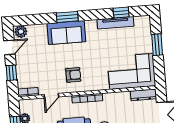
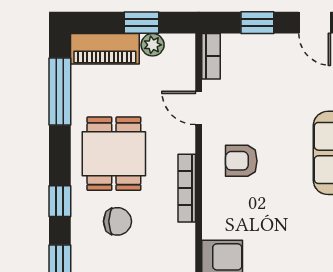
armchair: (73, 75) -> (241, 161), turned 91

